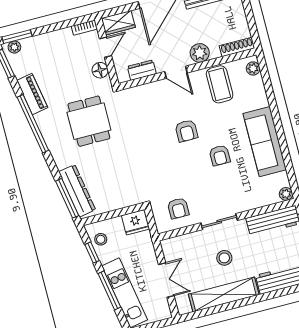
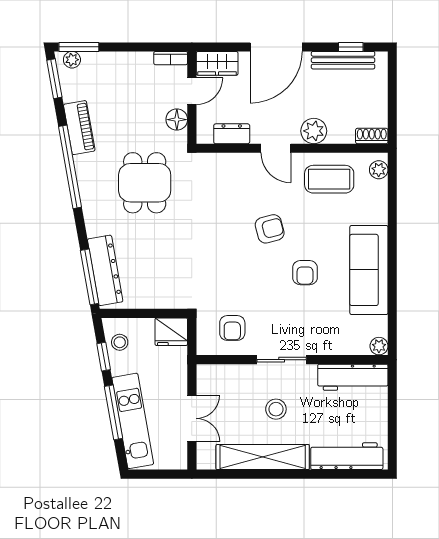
shoe rack: (237, 47) -> (372, 136), width x0.70
coffee table: (220, 84) -> (329, 179), turned 90
armchair: (186, 131) -> (270, 229), turned -105

